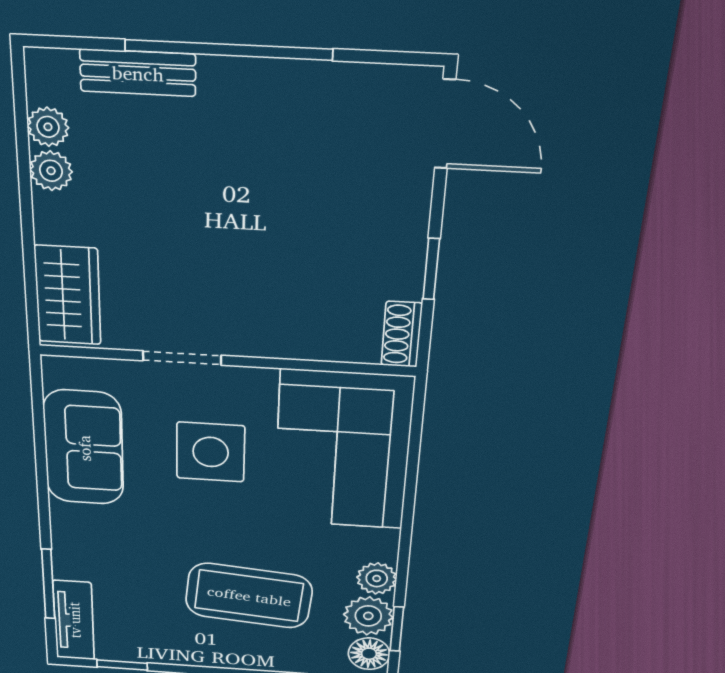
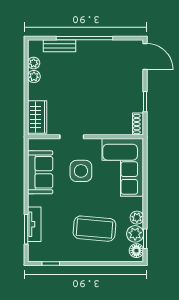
tv unit: (74, 620) -> (34, 224), moved

